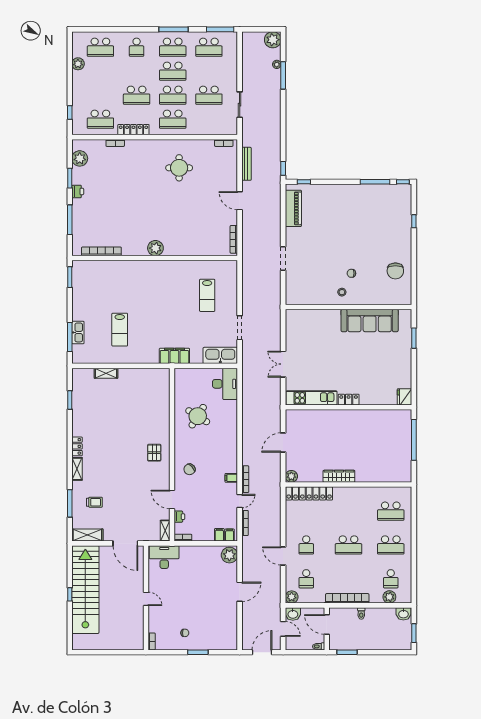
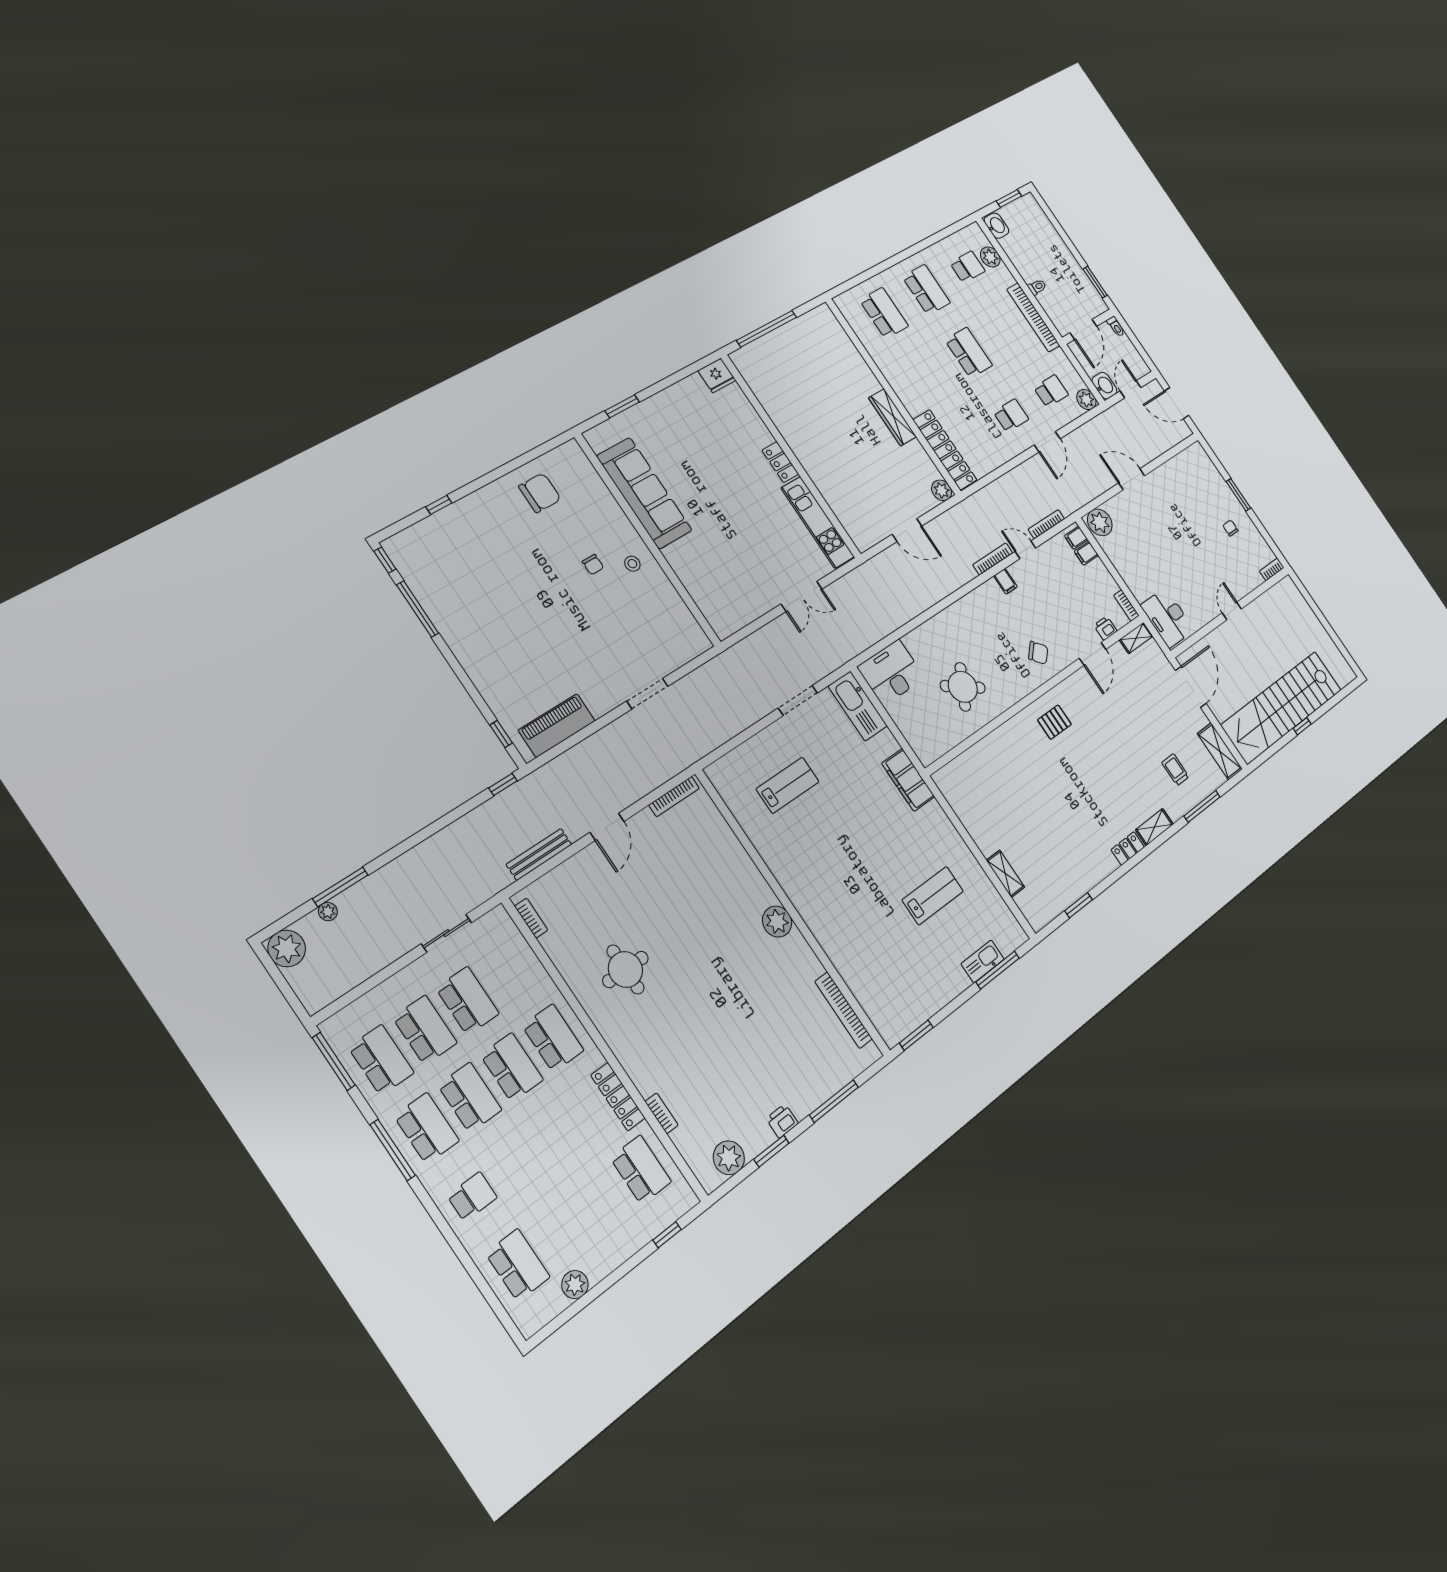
school desk: (137, 95) -> (425, 1030), moved

